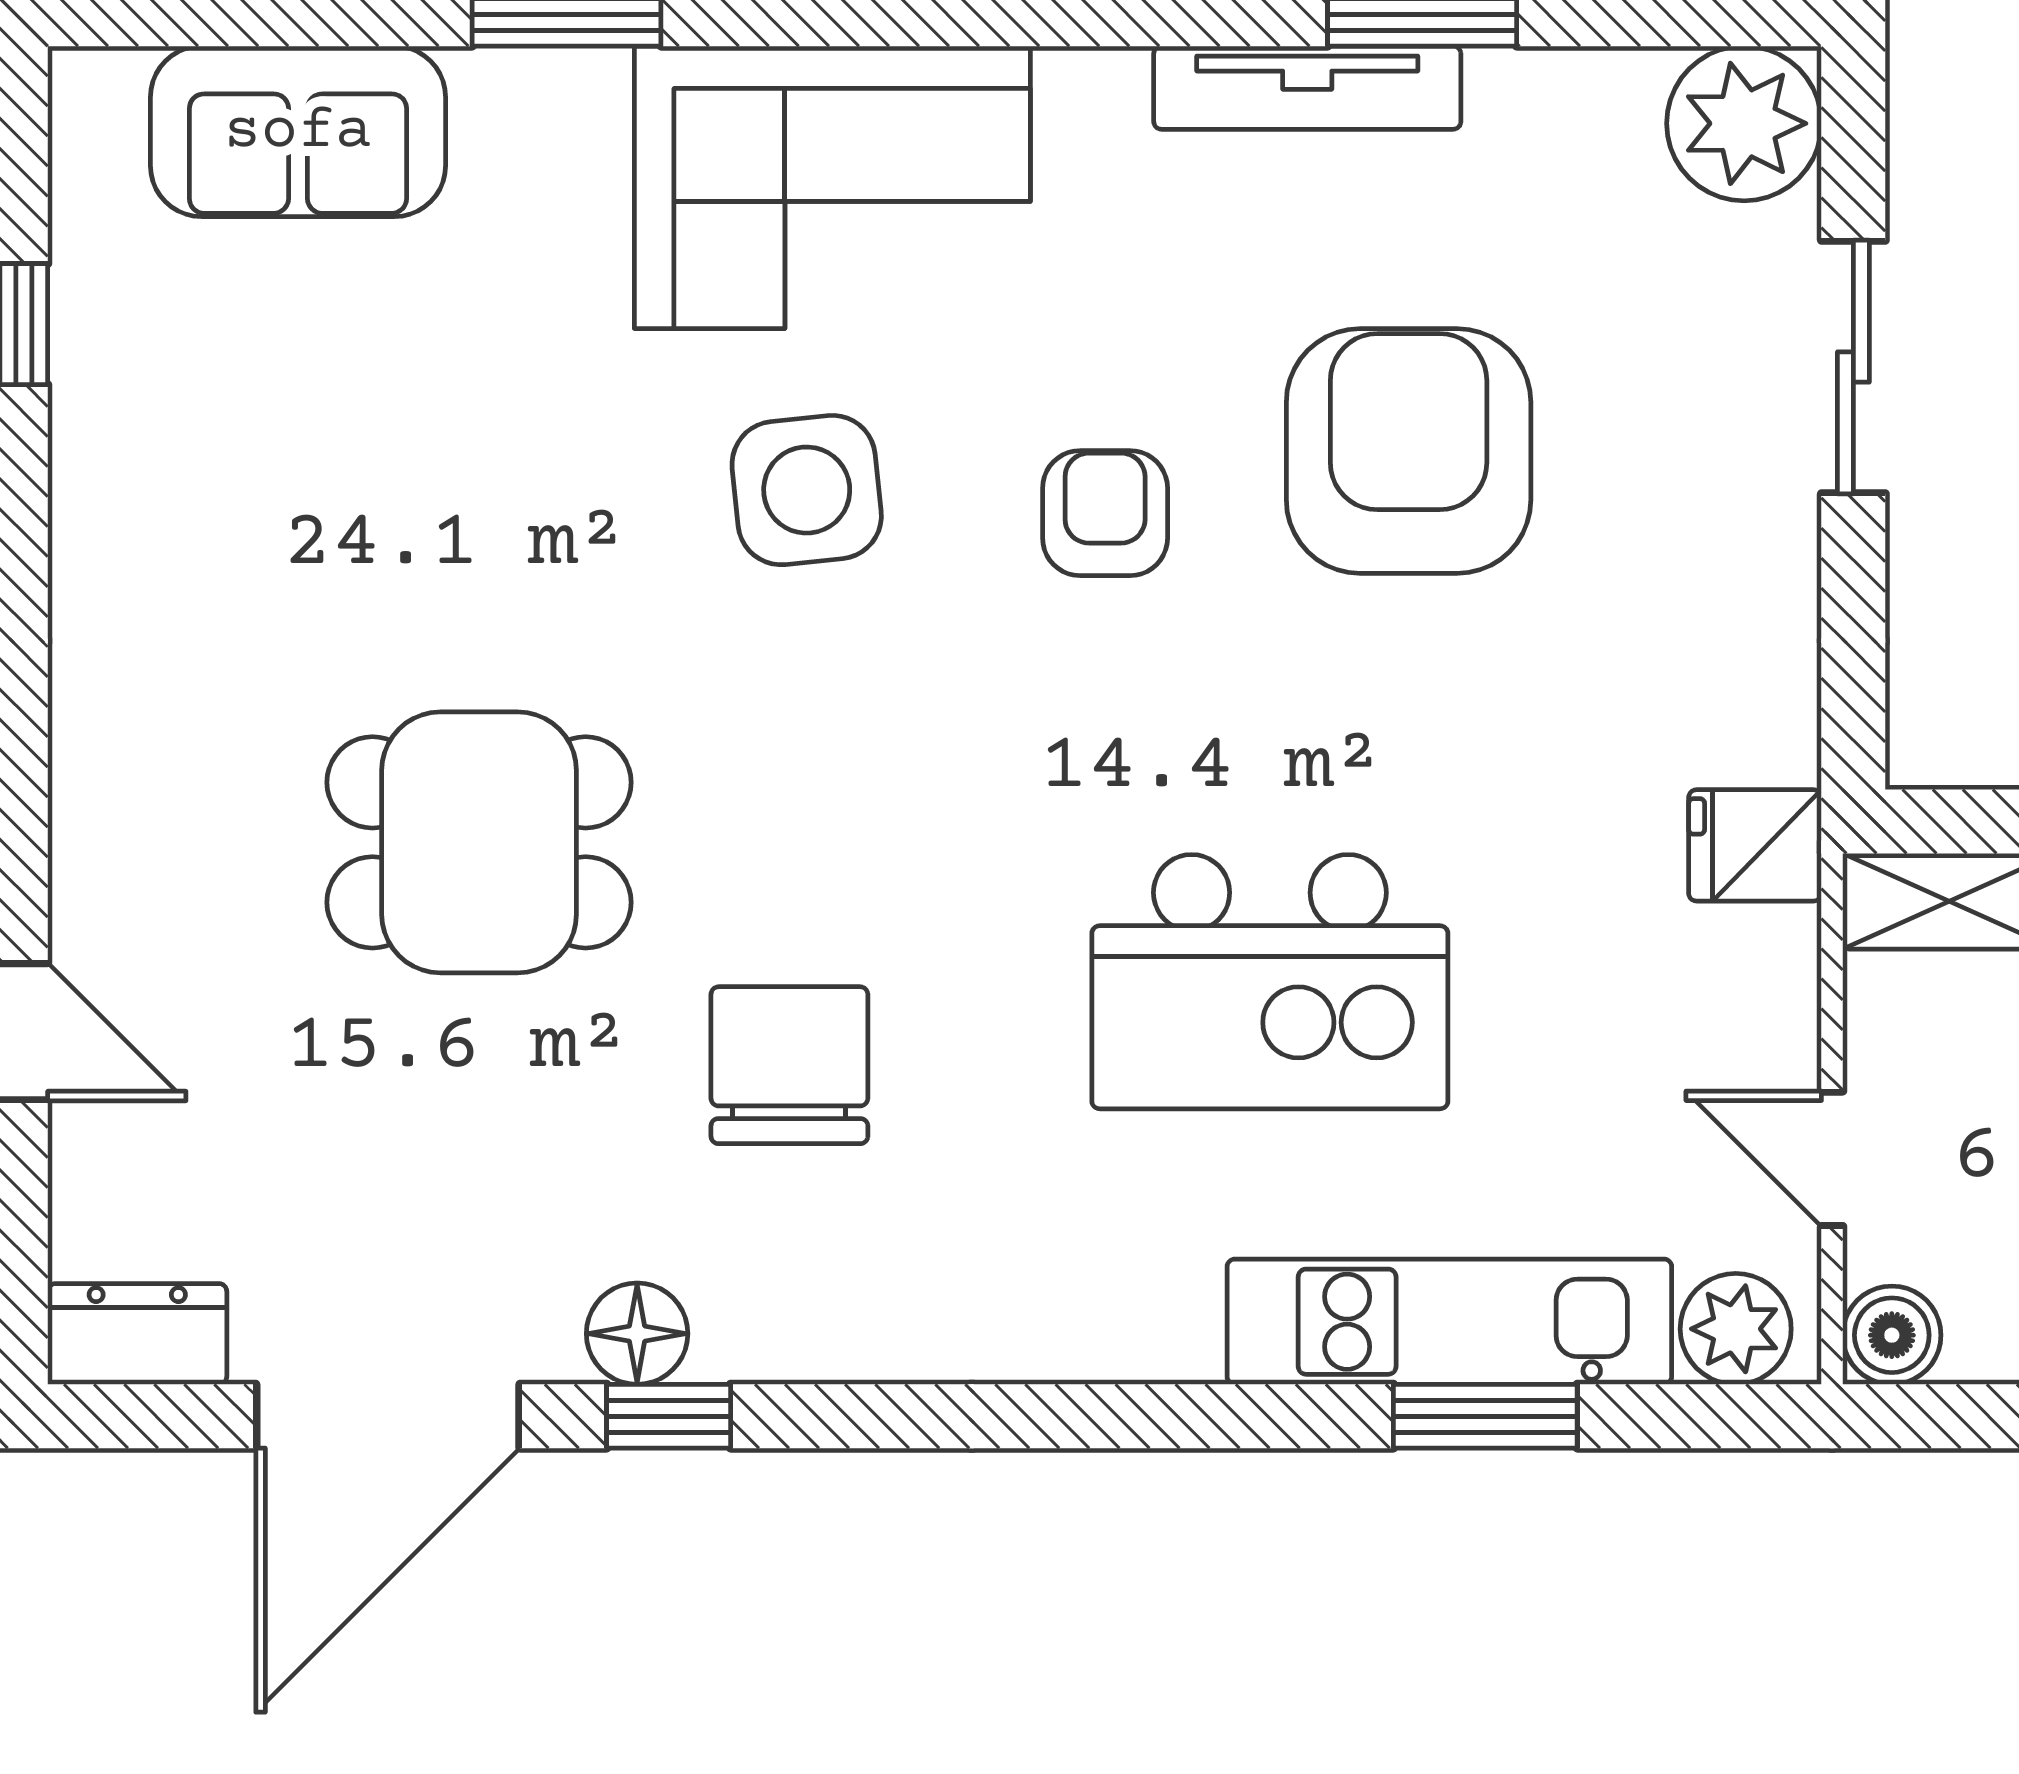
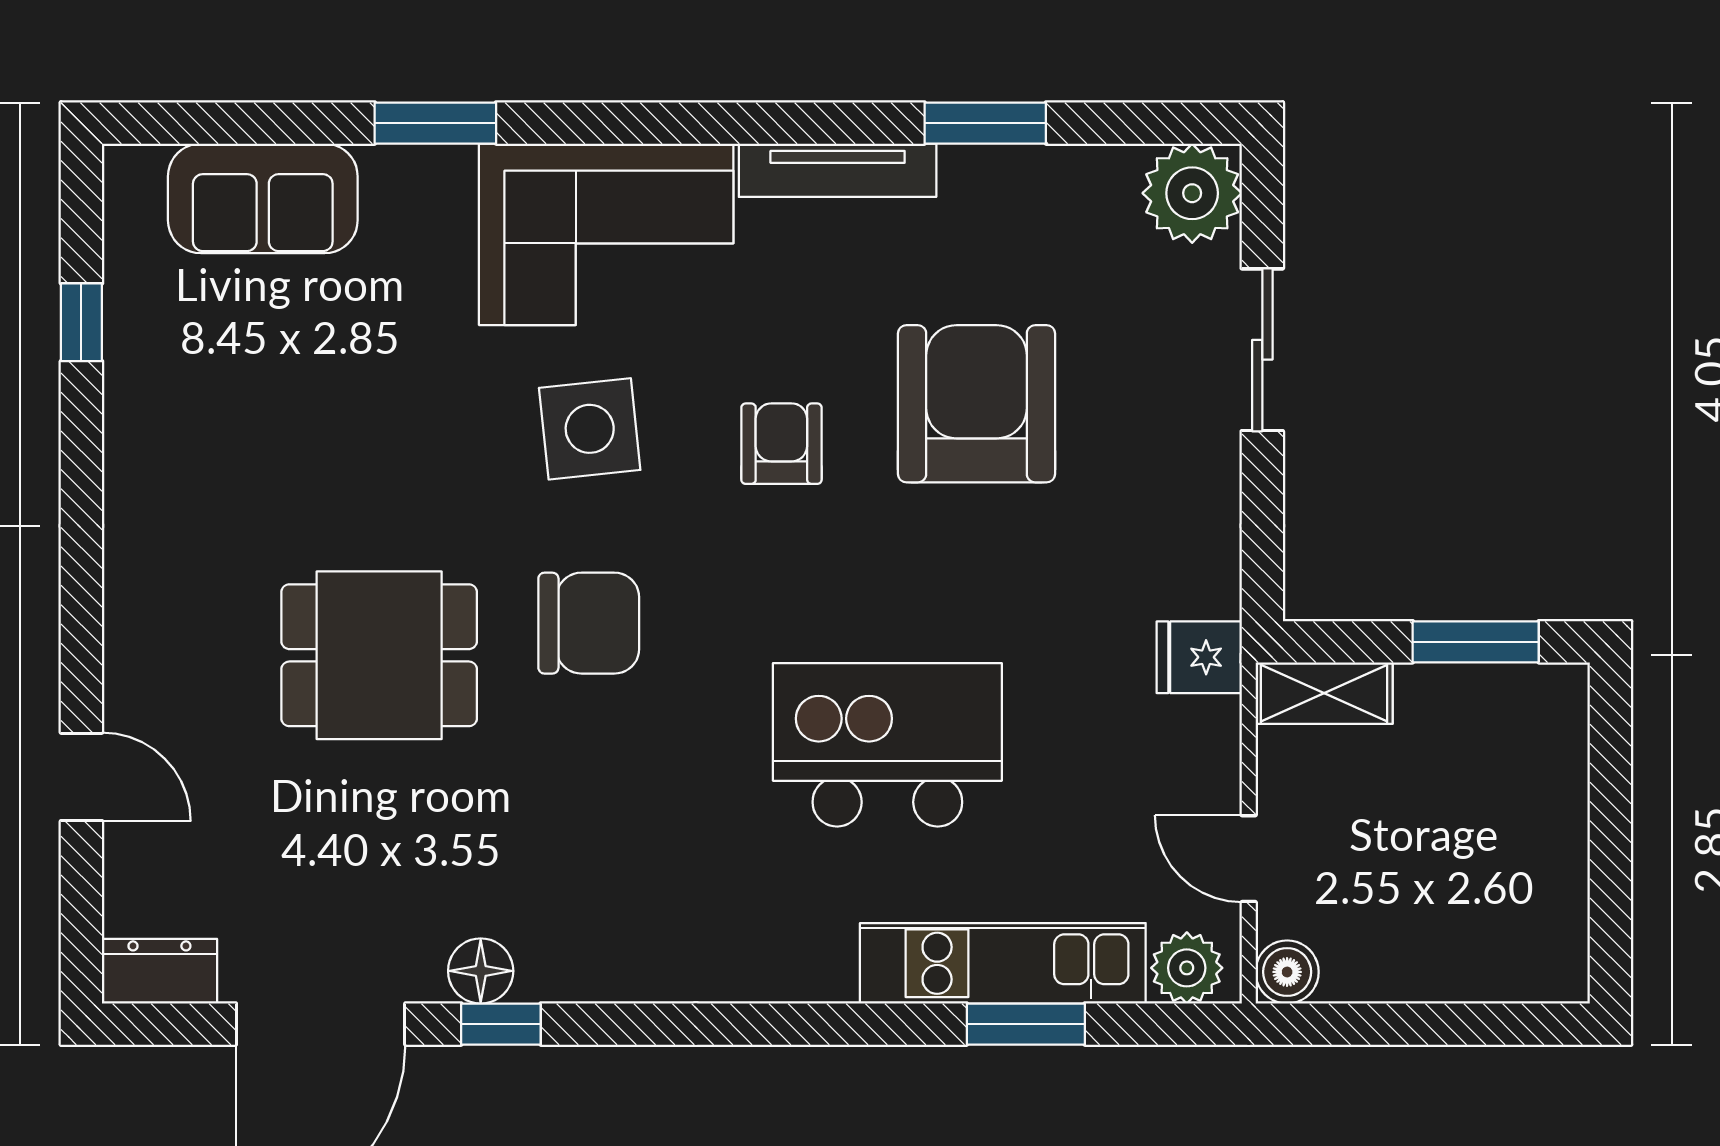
tv unit: (1307, 88) -> (838, 170), moved
kitchen island: (1270, 982) -> (887, 745), turned 180
chair: (789, 1065) -> (589, 623), moved, turned 90

